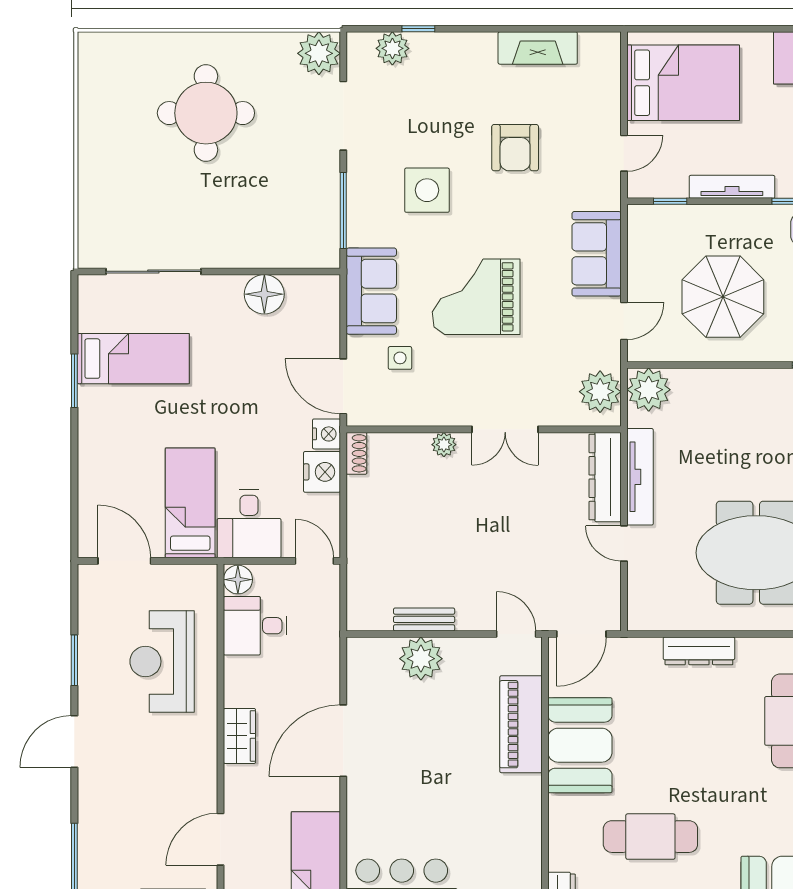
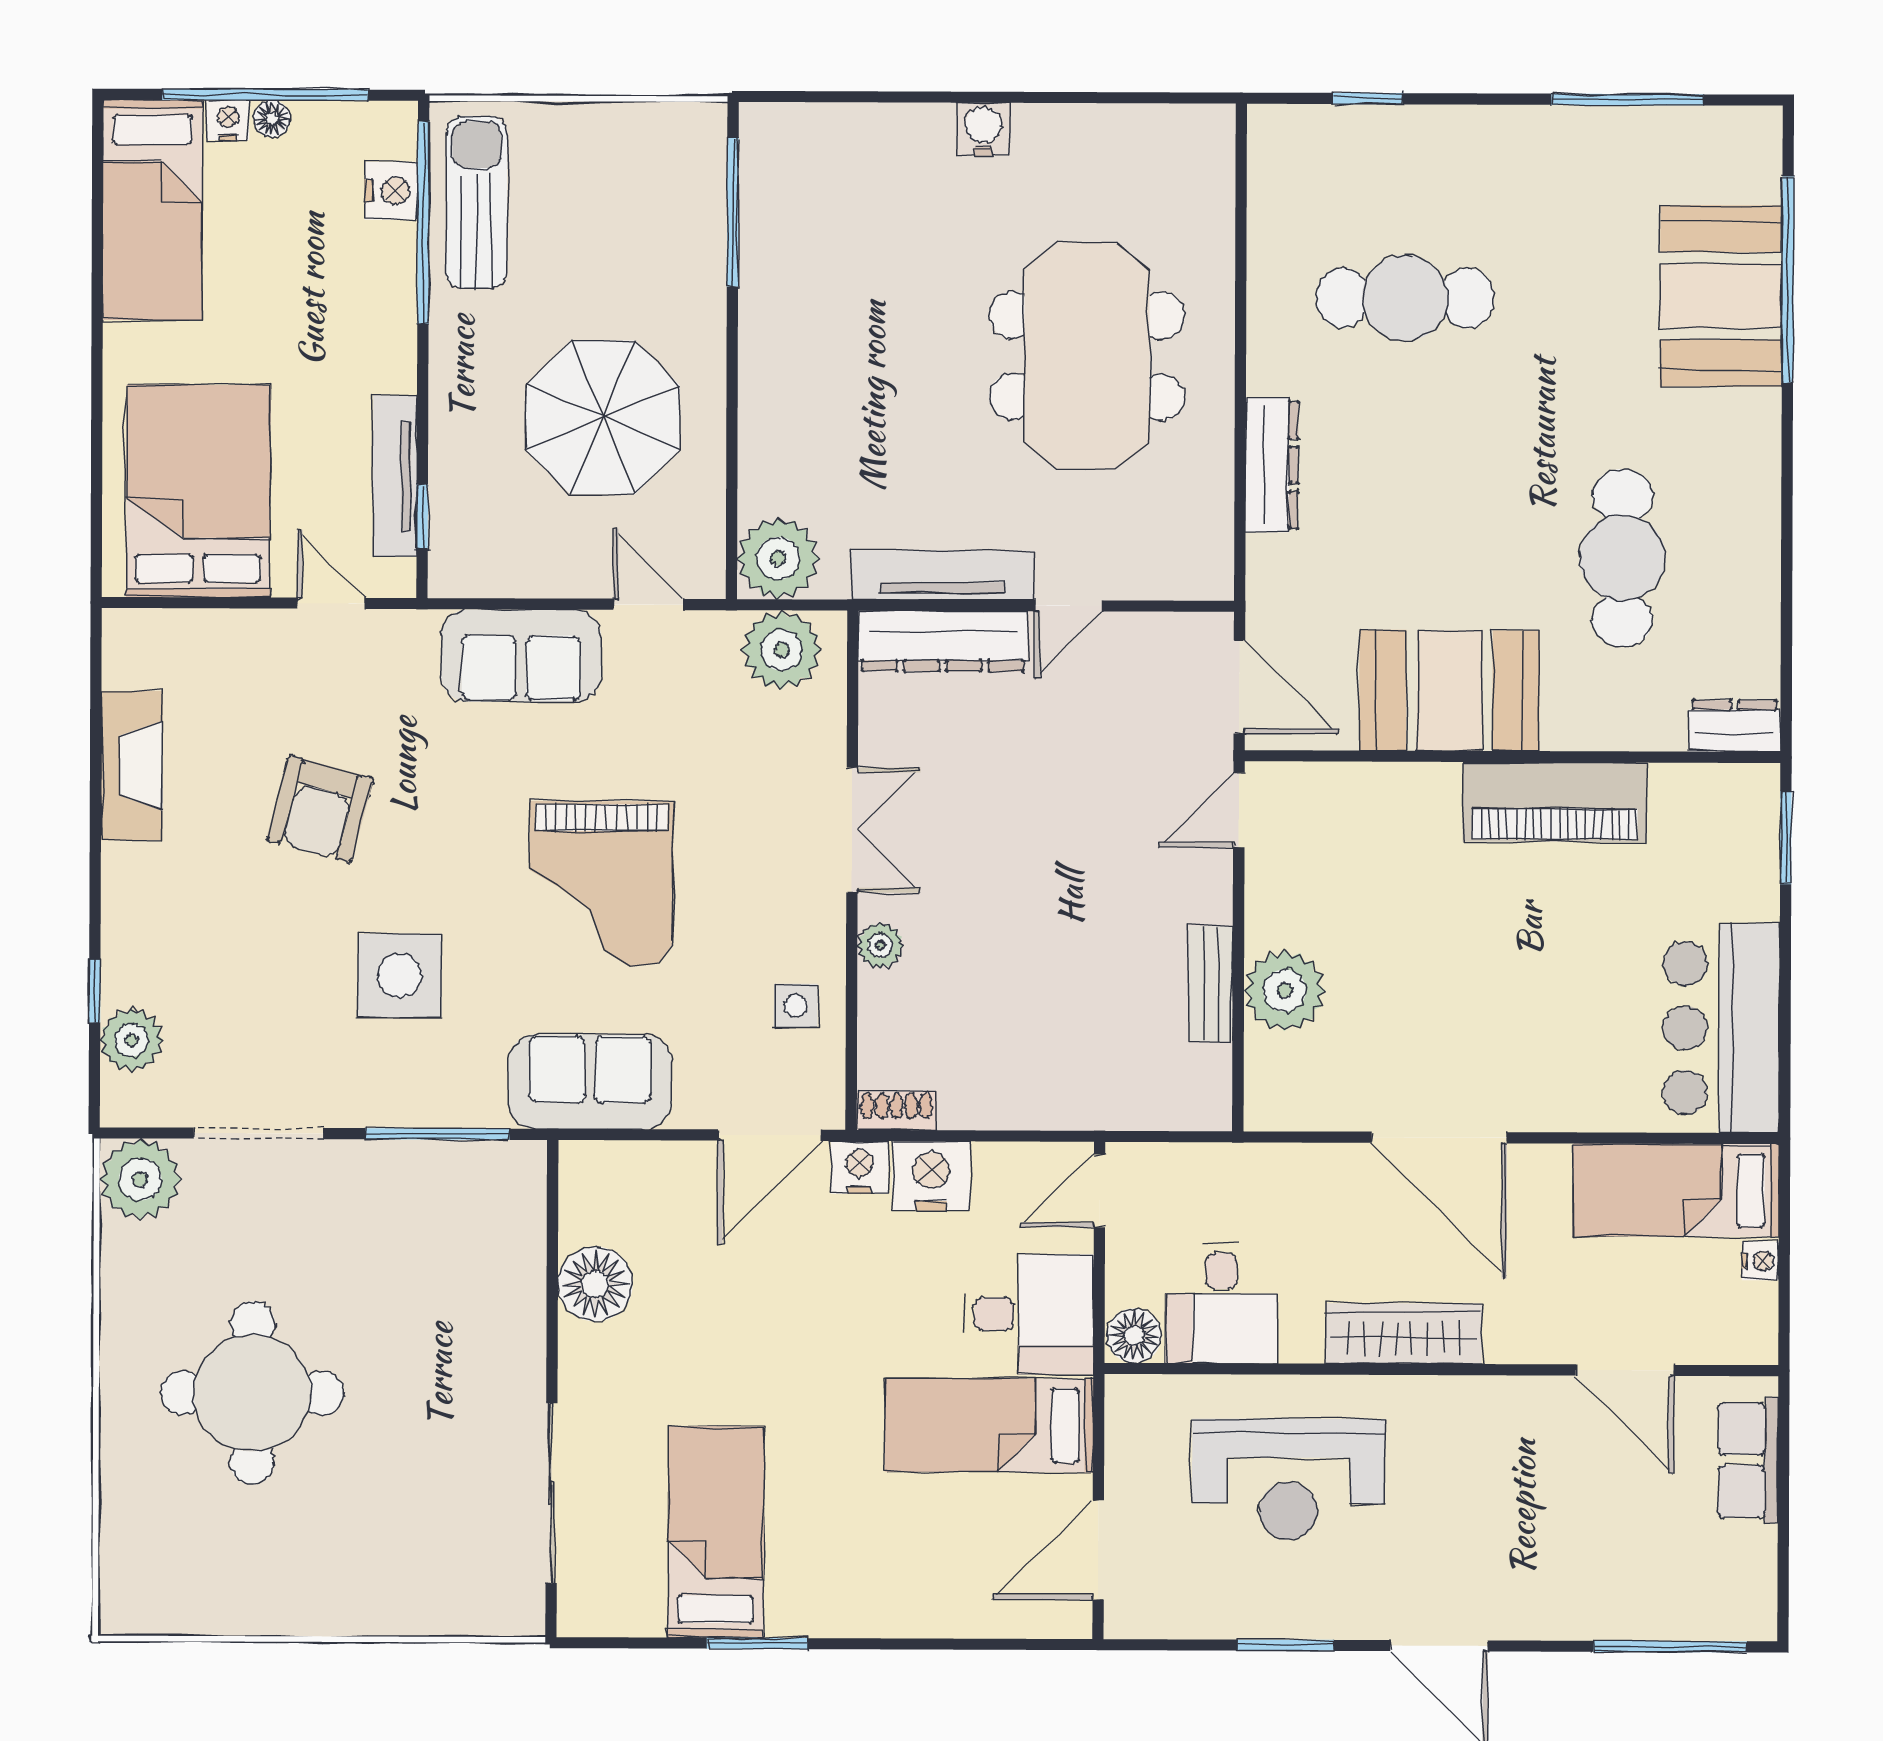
armchair: (515, 148) -> (320, 809), turned 105
tv unit: (732, 187) -> (395, 476), moved
side table: (400, 358) -> (796, 1006), moved
piano: (521, 724) -> (1555, 802), moved
wardrobe: (239, 736) -> (1404, 1334), width x1.50

